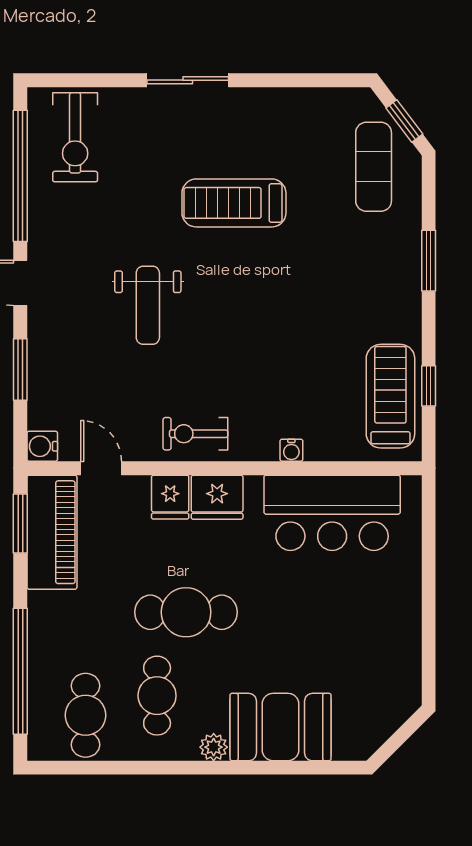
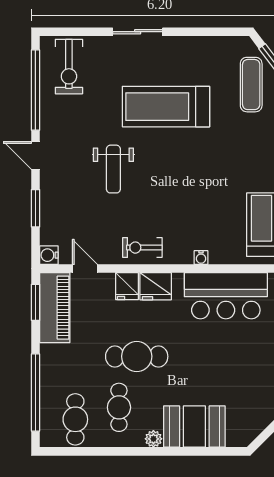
treadmill: (234, 203) -> (166, 107), width x1.37, depth x1.38

